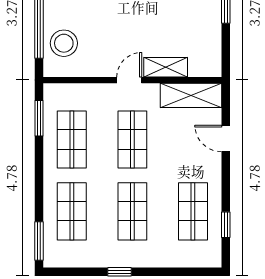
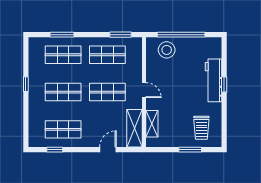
shelving: (166, 67) -> (152, 124), moved
window: (39, 241) -> (62, 35), moved

